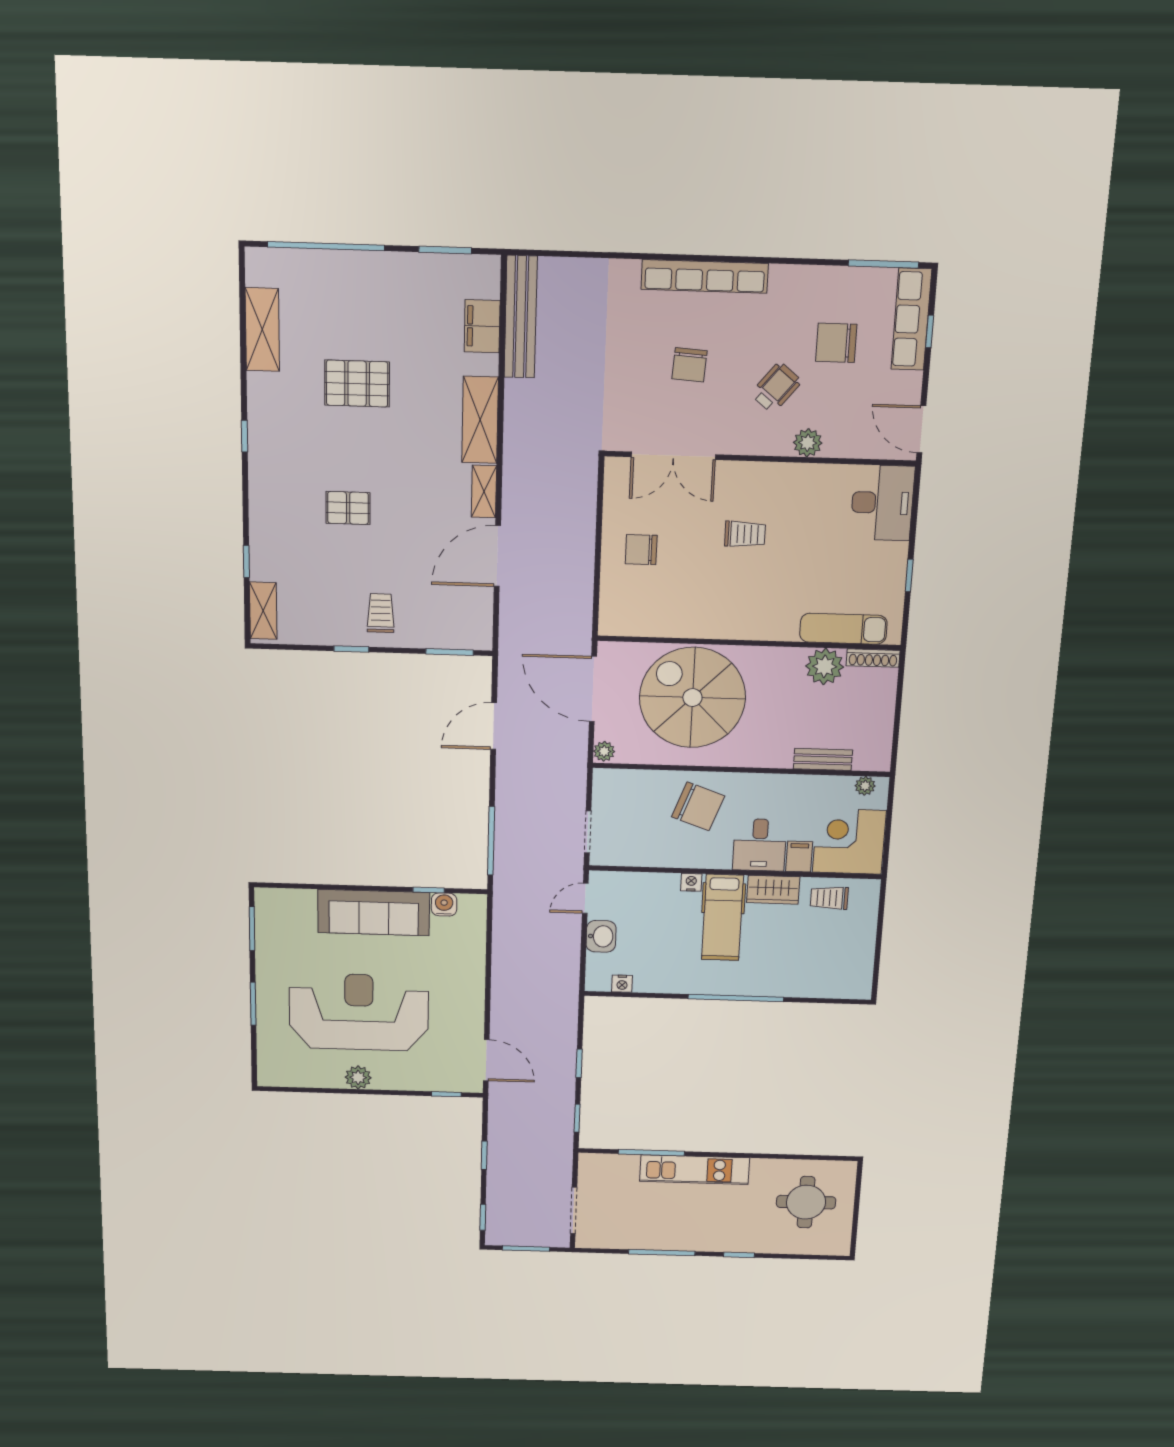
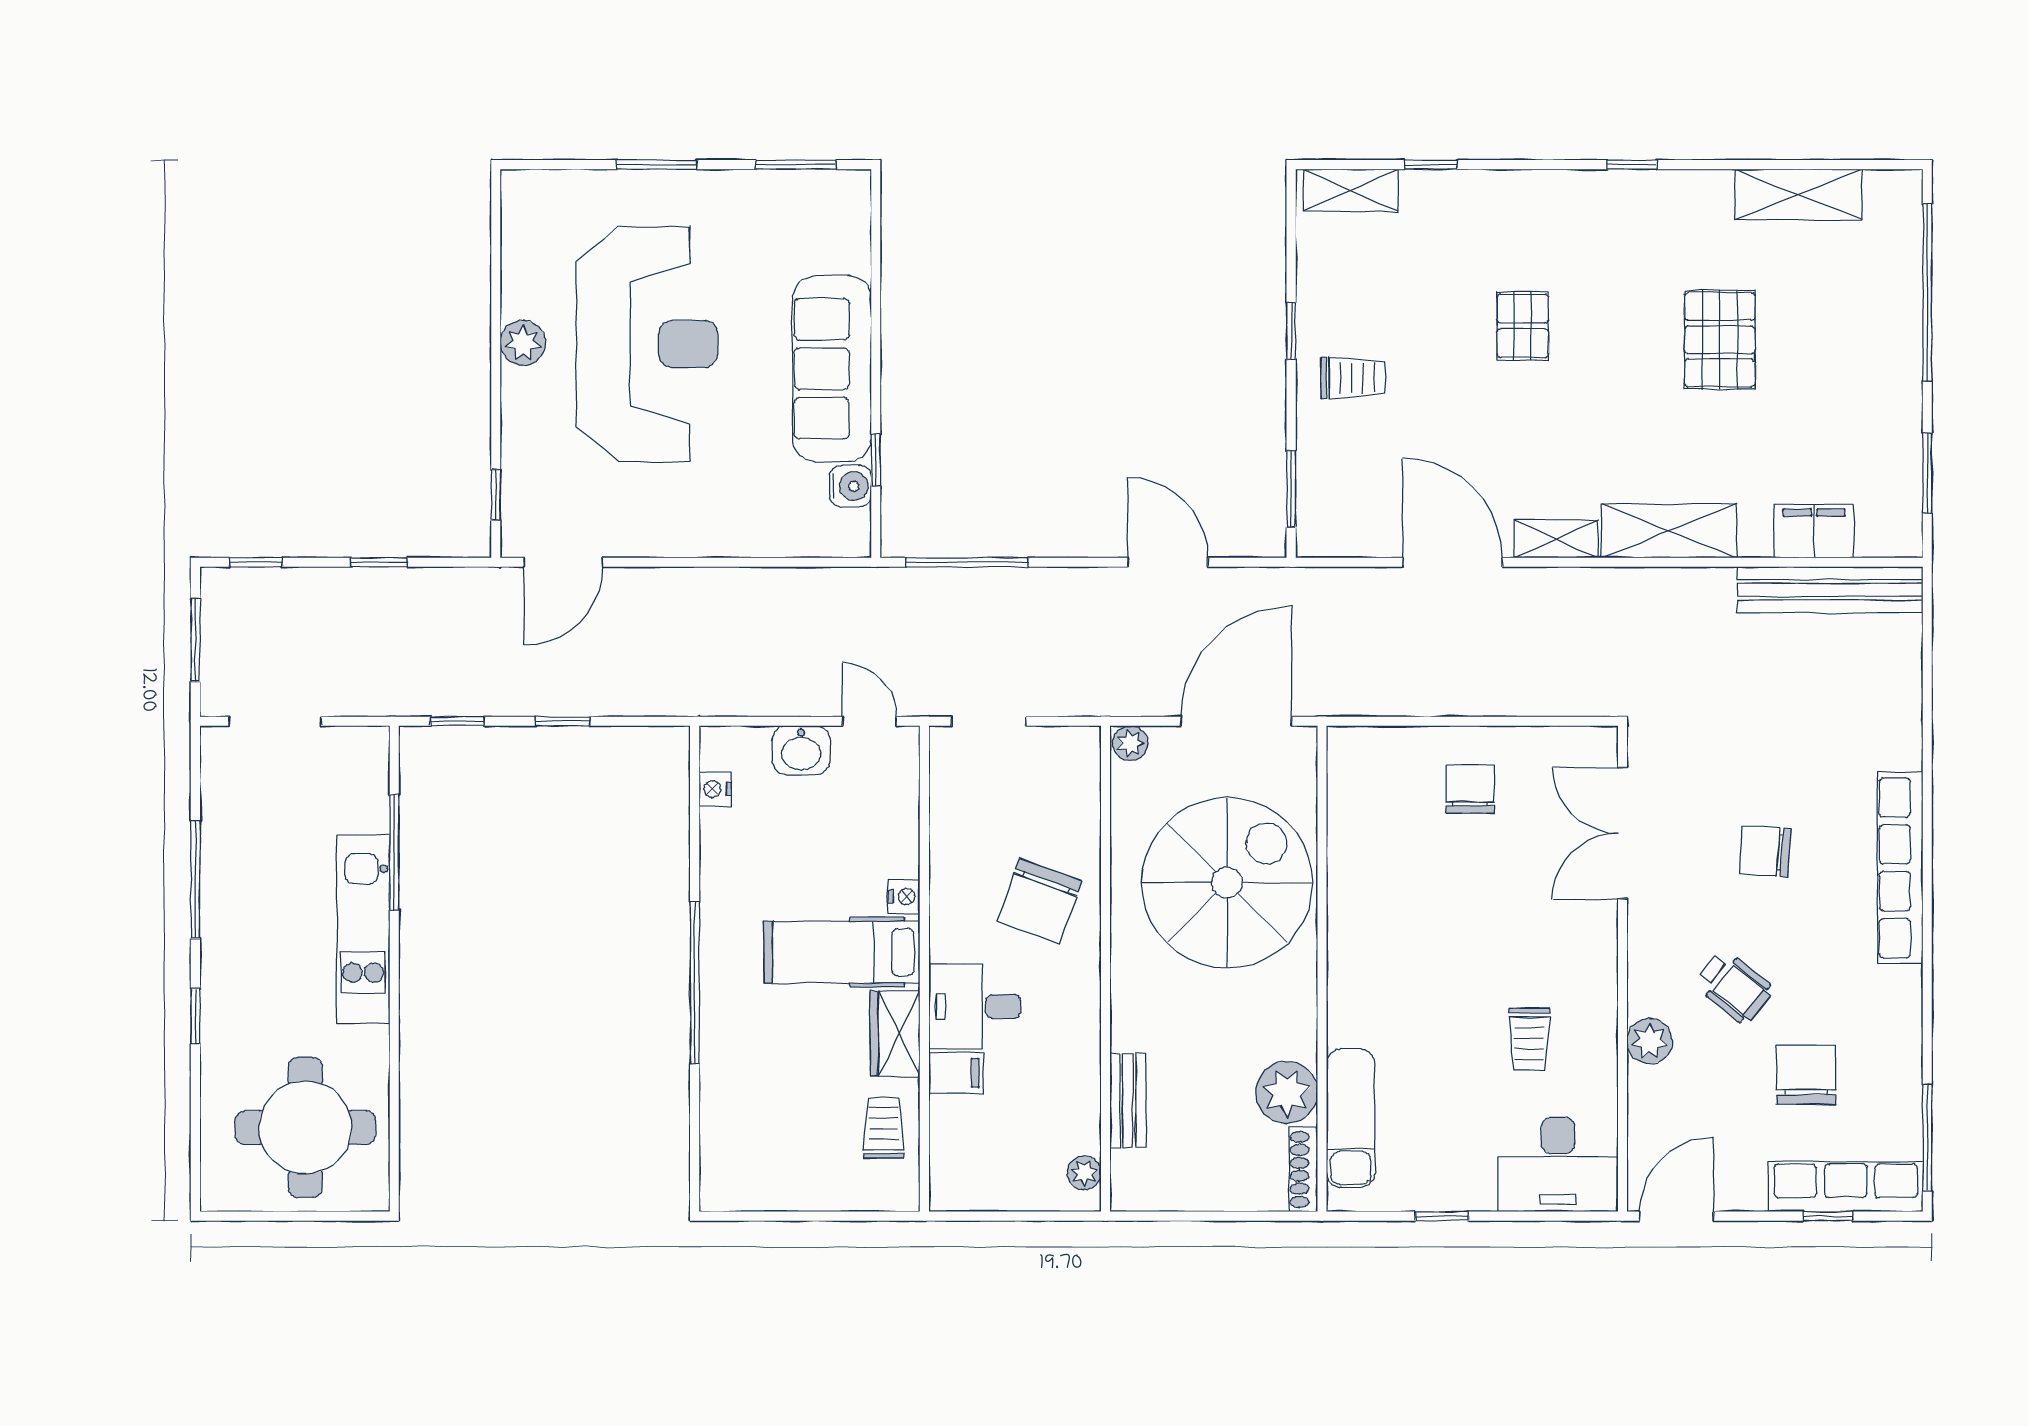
trolley: (745, 534) -> (1529, 1039), moved
corner desk: (849, 841) -> (986, 1154), removed
round table: (806, 1202) -> (305, 1127), width x1.36, depth x1.36

